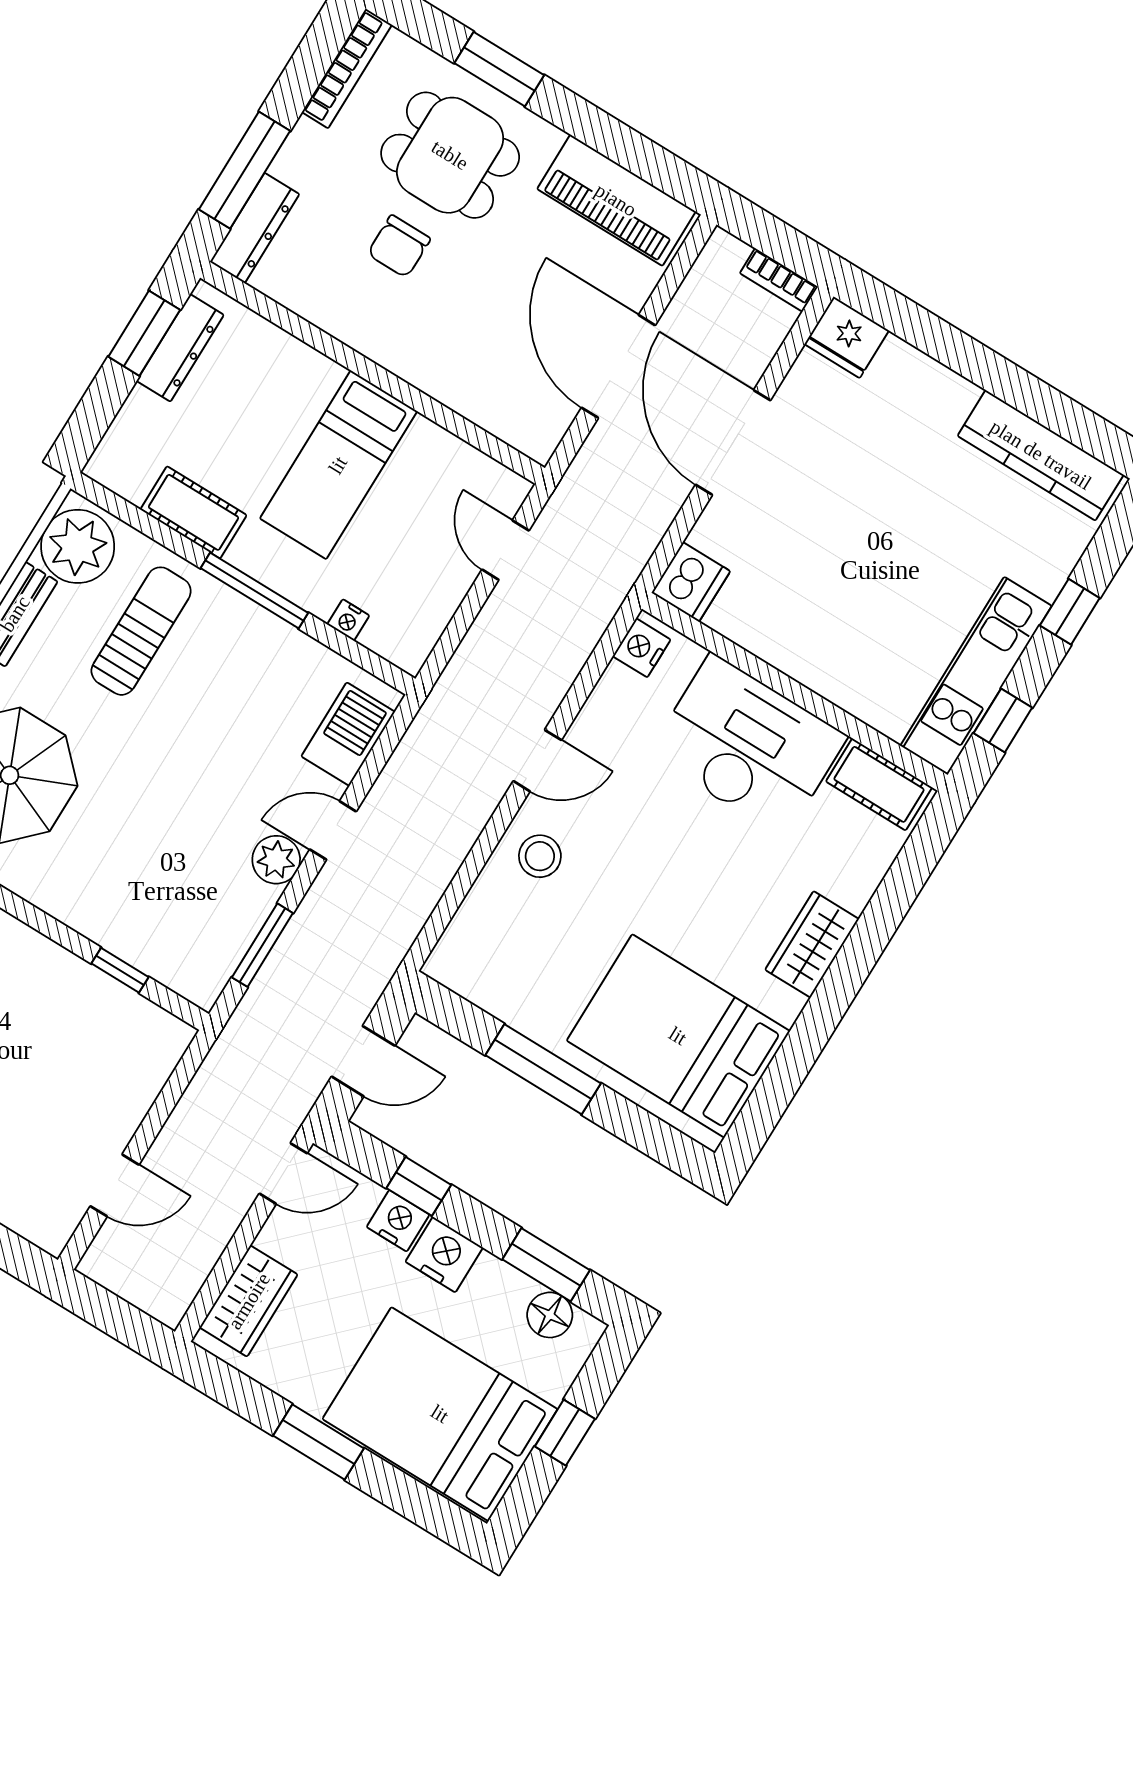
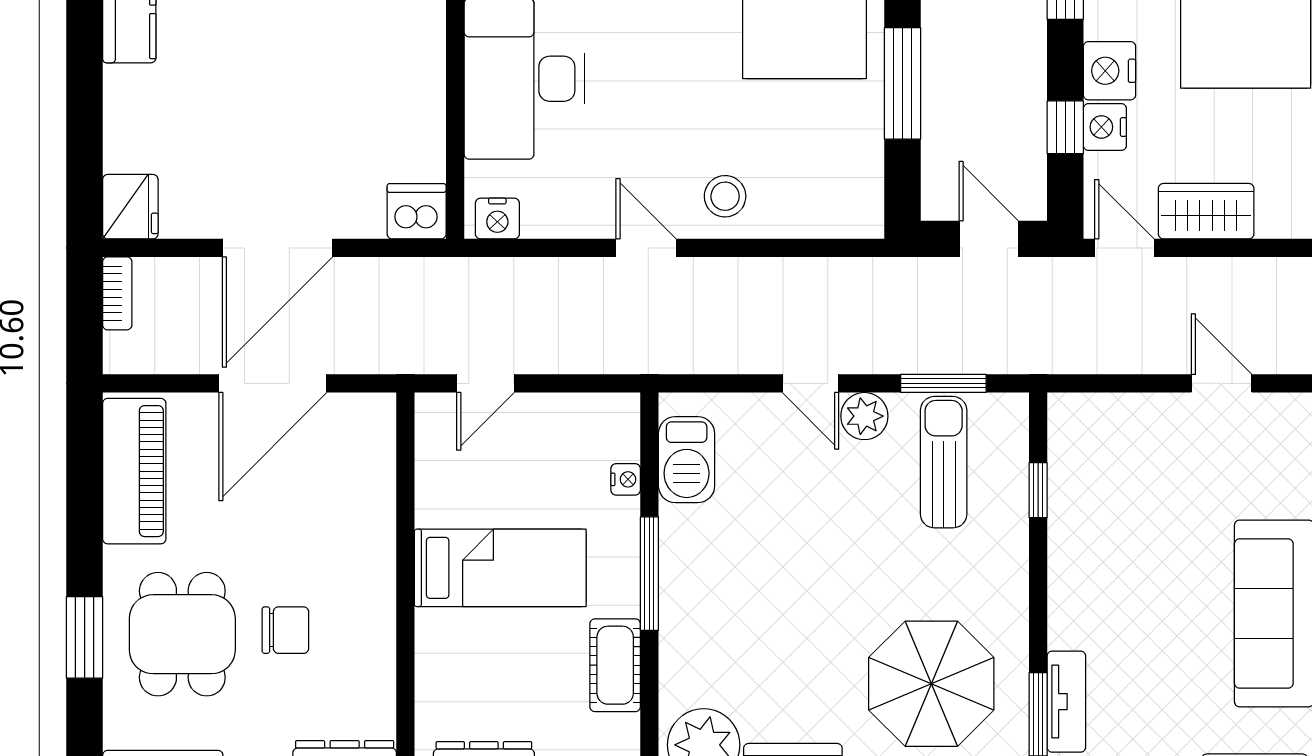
sun lounger: (141, 631) -> (944, 462), moved, turned 90
barbecue: (348, 734) -> (687, 460), moved, turned -90
wardrobe: (249, 1301) -> (1206, 211), moved

